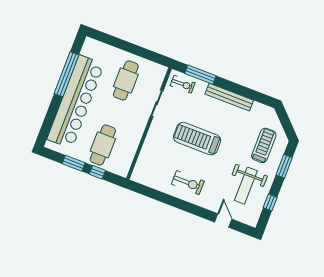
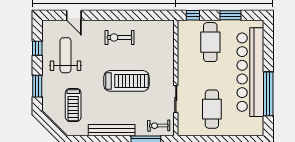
treadmill: (264, 145) -> (73, 105), moved
window: (97, 172) -> (193, 15), moved

